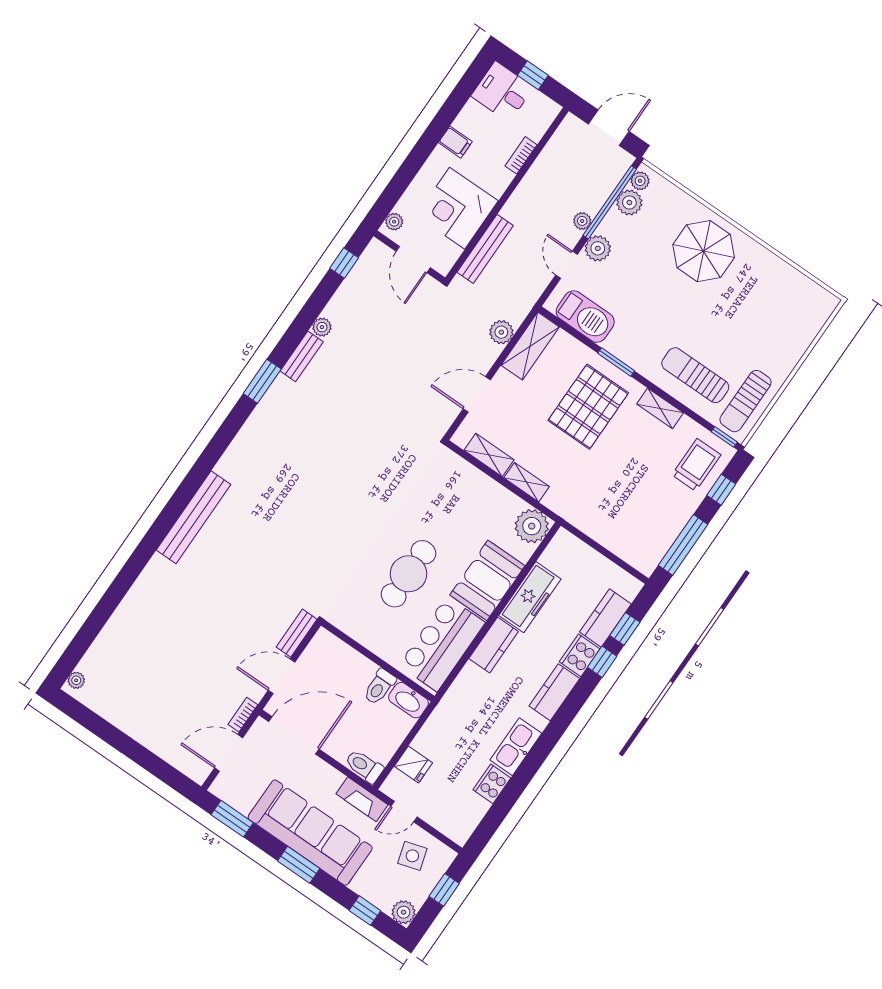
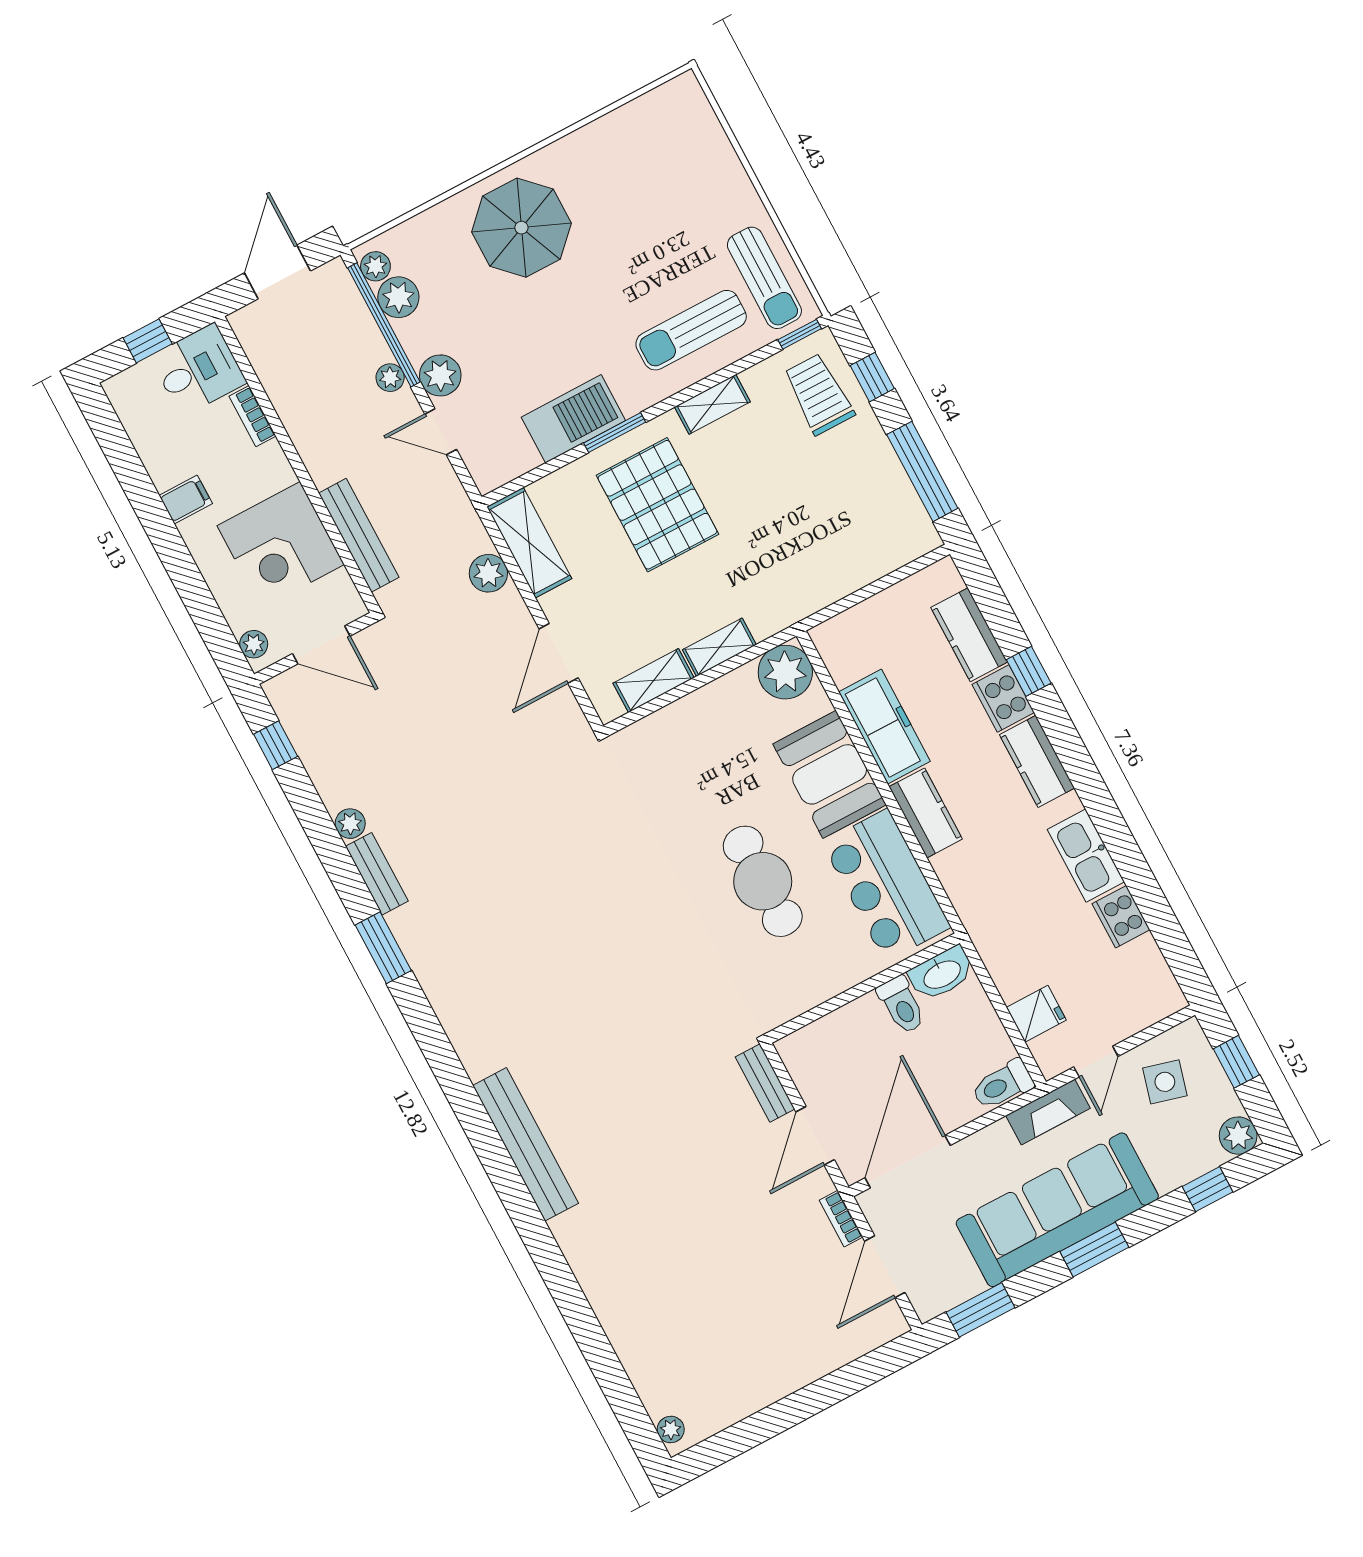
desk: (502, 92) -> (198, 370), moved, turned 180
barbecue: (585, 317) -> (573, 419), moved
window: (625, 629) -> (999, 615), removed
side table: (412, 856) -> (1165, 1082), turned 32

